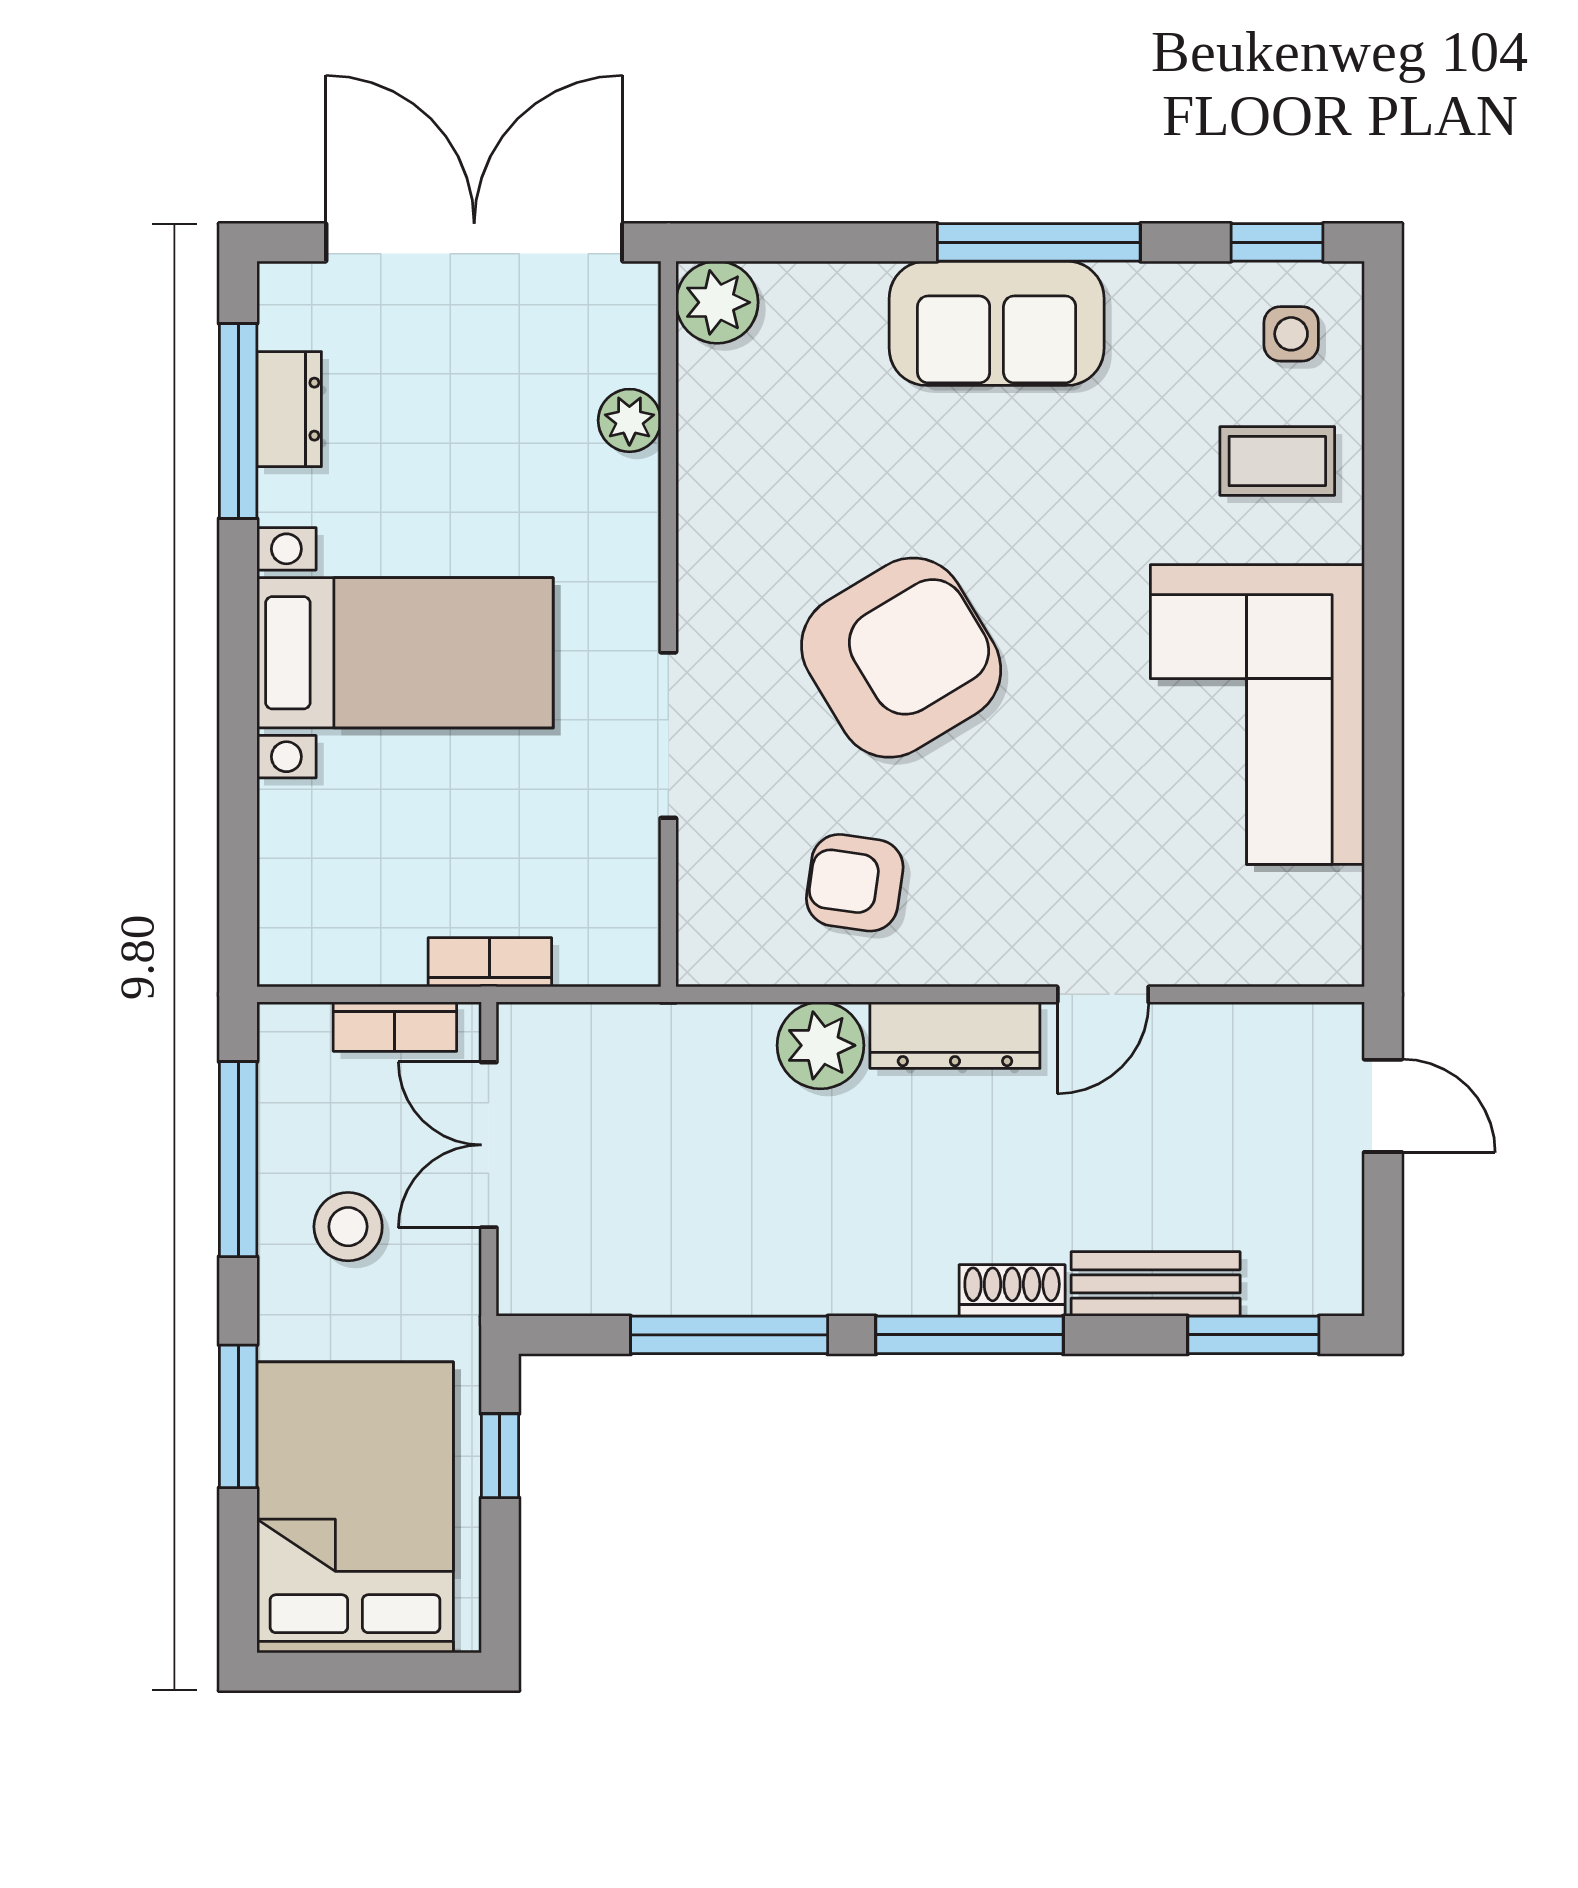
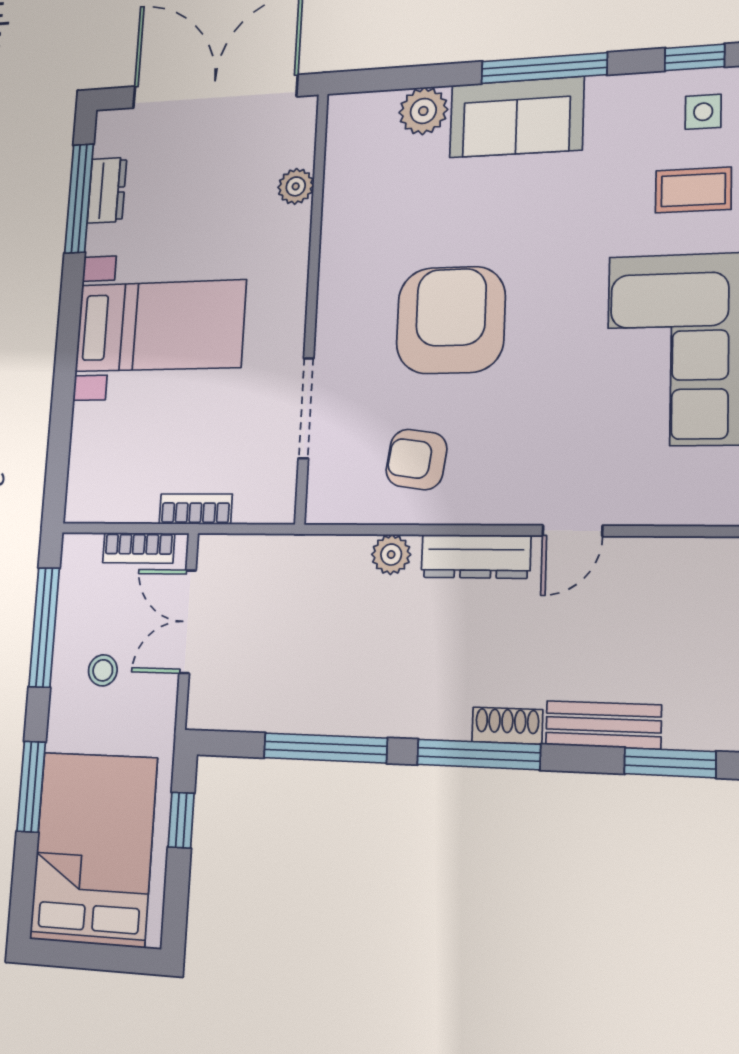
plant: (717, 302) -> (423, 111), moved
armchair: (901, 658) -> (451, 320), turned -59
doorway: (668, 735) -> (306, 408), moved
plant: (821, 1045) -> (391, 555), width x0.73, depth x0.73
stool: (348, 1227) -> (103, 670), width x0.73, depth x0.73

